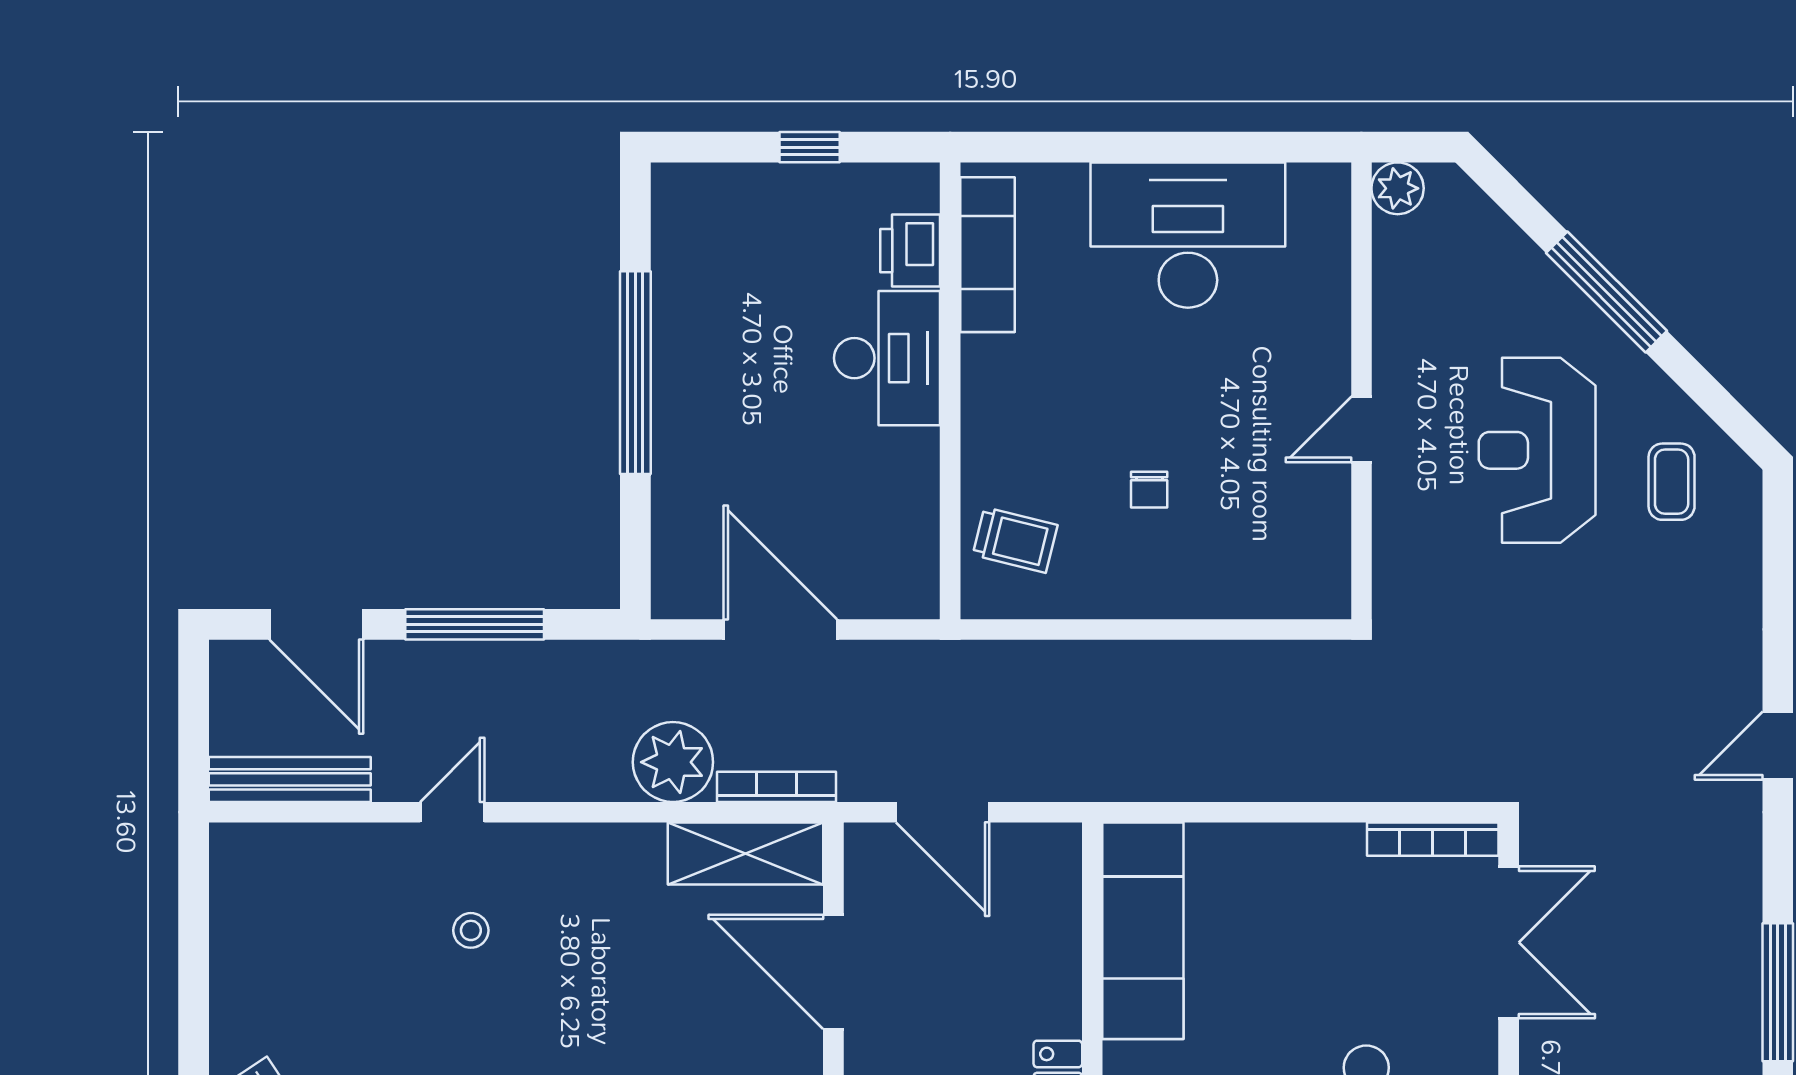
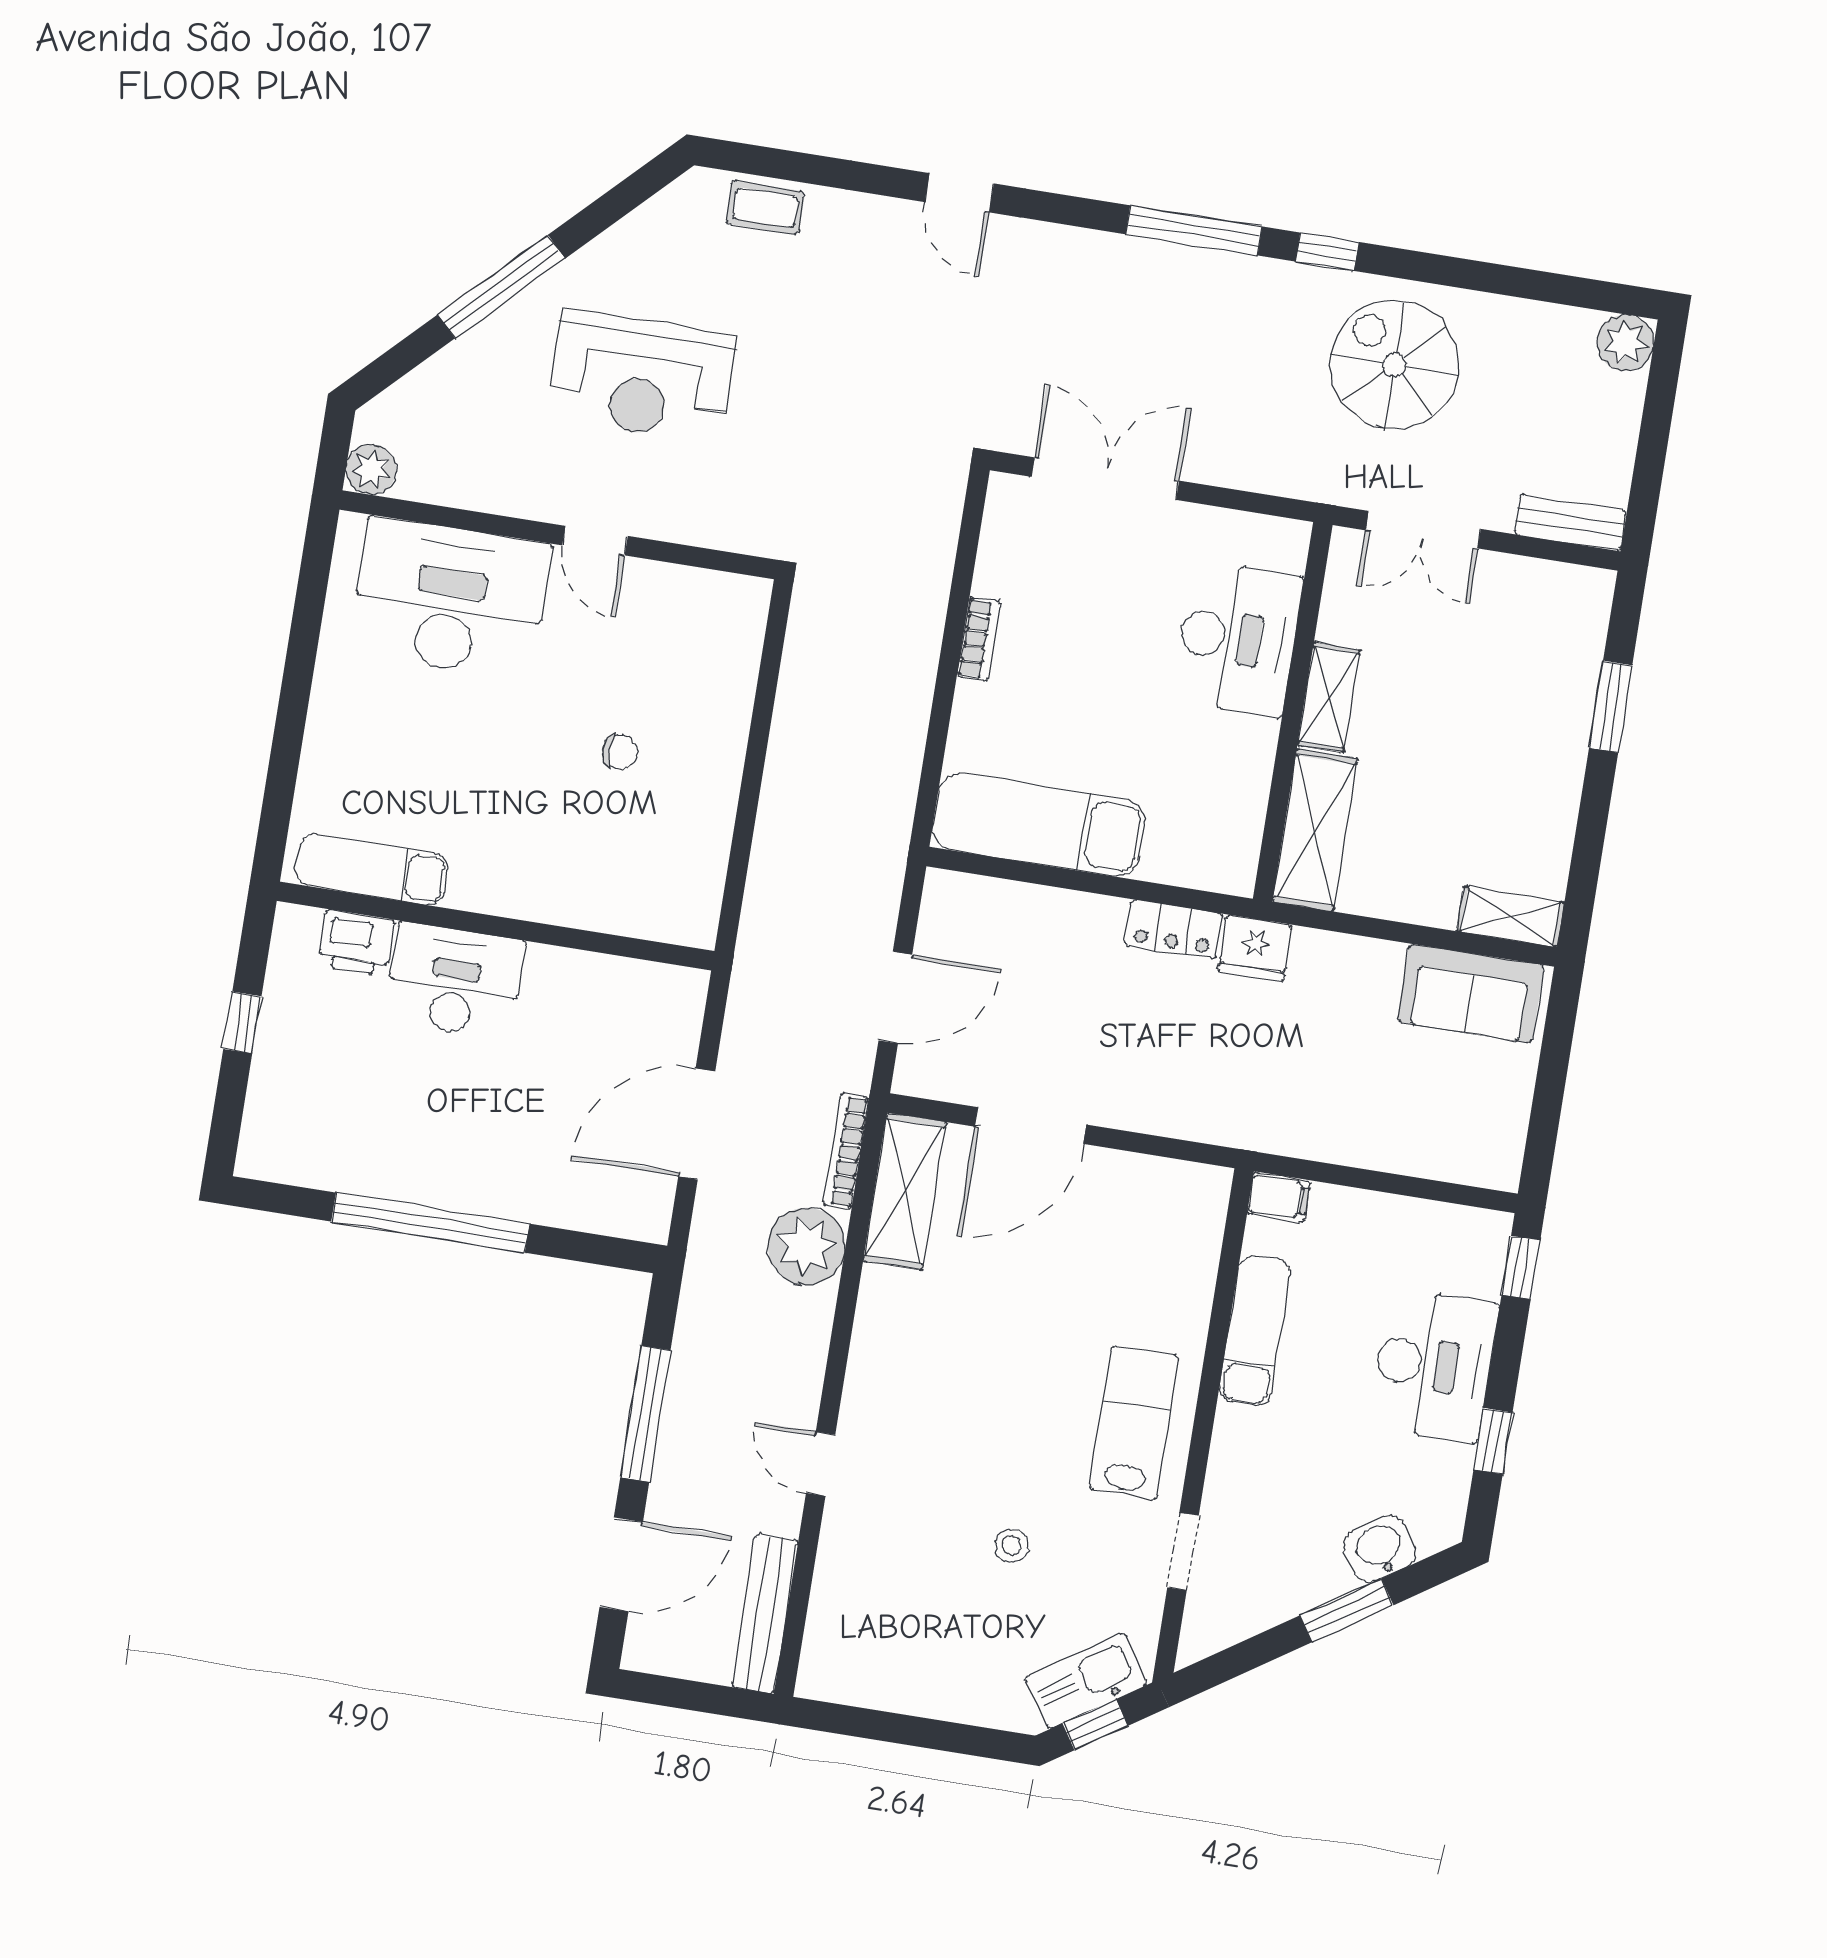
desk: (1188, 235) -> (450, 598), moved, turned 90
coffee table: (1672, 482) -> (765, 208), moved
trolley: (1015, 540) -> (647, 887), removed
bookcase: (1433, 839) -> (979, 639), moved, width x0.64
stool: (471, 930) -> (1012, 1546), moved

